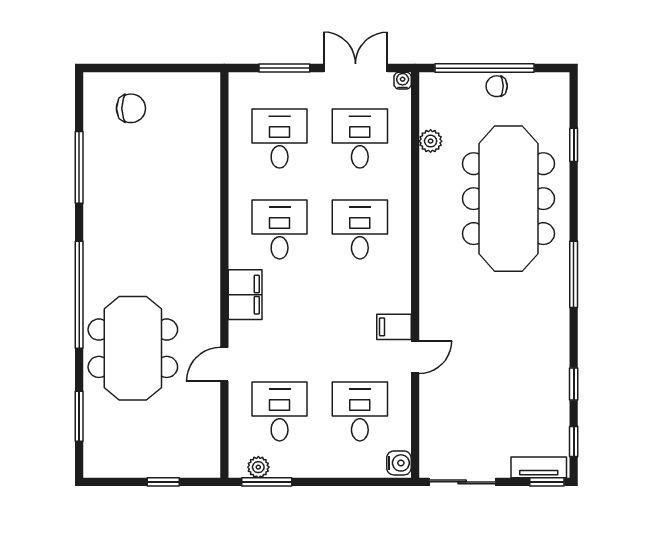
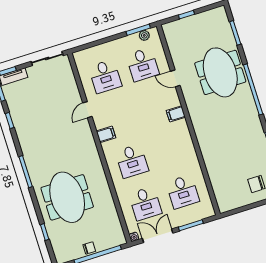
double door: (356, 68) -> (158, 236), swing flipped
plant: (431, 141) -> (112, 213), removed
meeting table: (508, 199) -> (67, 197), width x0.73
desk: (280, 229) -> (169, 149), removed
filing cabinet: (245, 295) -> (176, 114), width x0.50
filing cabinet: (394, 327) -> (106, 134), moved
door: (224, 364) -> (175, 78), swing flipped
water cooler: (399, 463) -> (79, 58), removed

